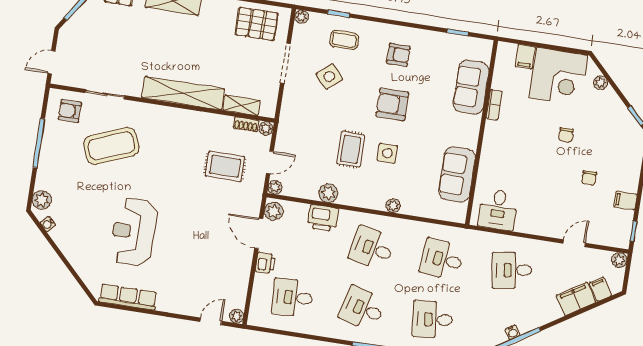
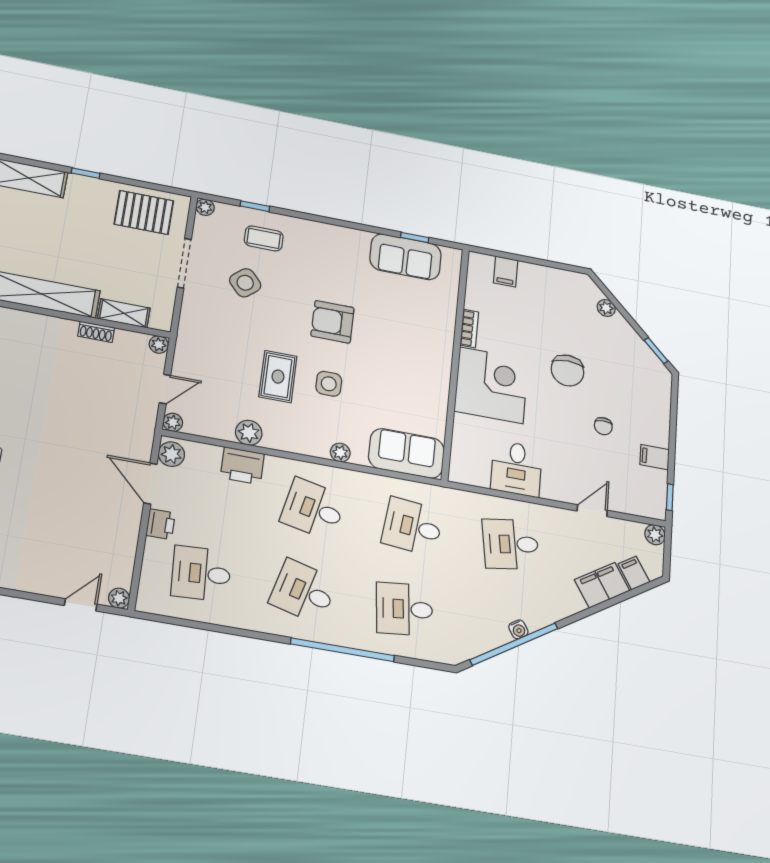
armchair: (398, 55) -> (338, 261), removed
corner desk: (558, 76) -> (491, 385), moved, turned -90
sofa: (471, 87) -> (406, 257), moved, turned -90
shoe rack: (246, 124) -> (96, 332), moved
chair: (566, 135) -> (567, 371), width x1.87, depth x1.87
rug: (225, 166) -> (101, 392), removed
sofa: (457, 175) -> (406, 453), moved, turned 90
desk: (498, 210) -> (516, 469), moved

